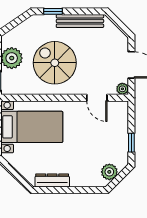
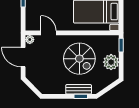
bench: (80, 21) -> (79, 89), moved, width x0.73

